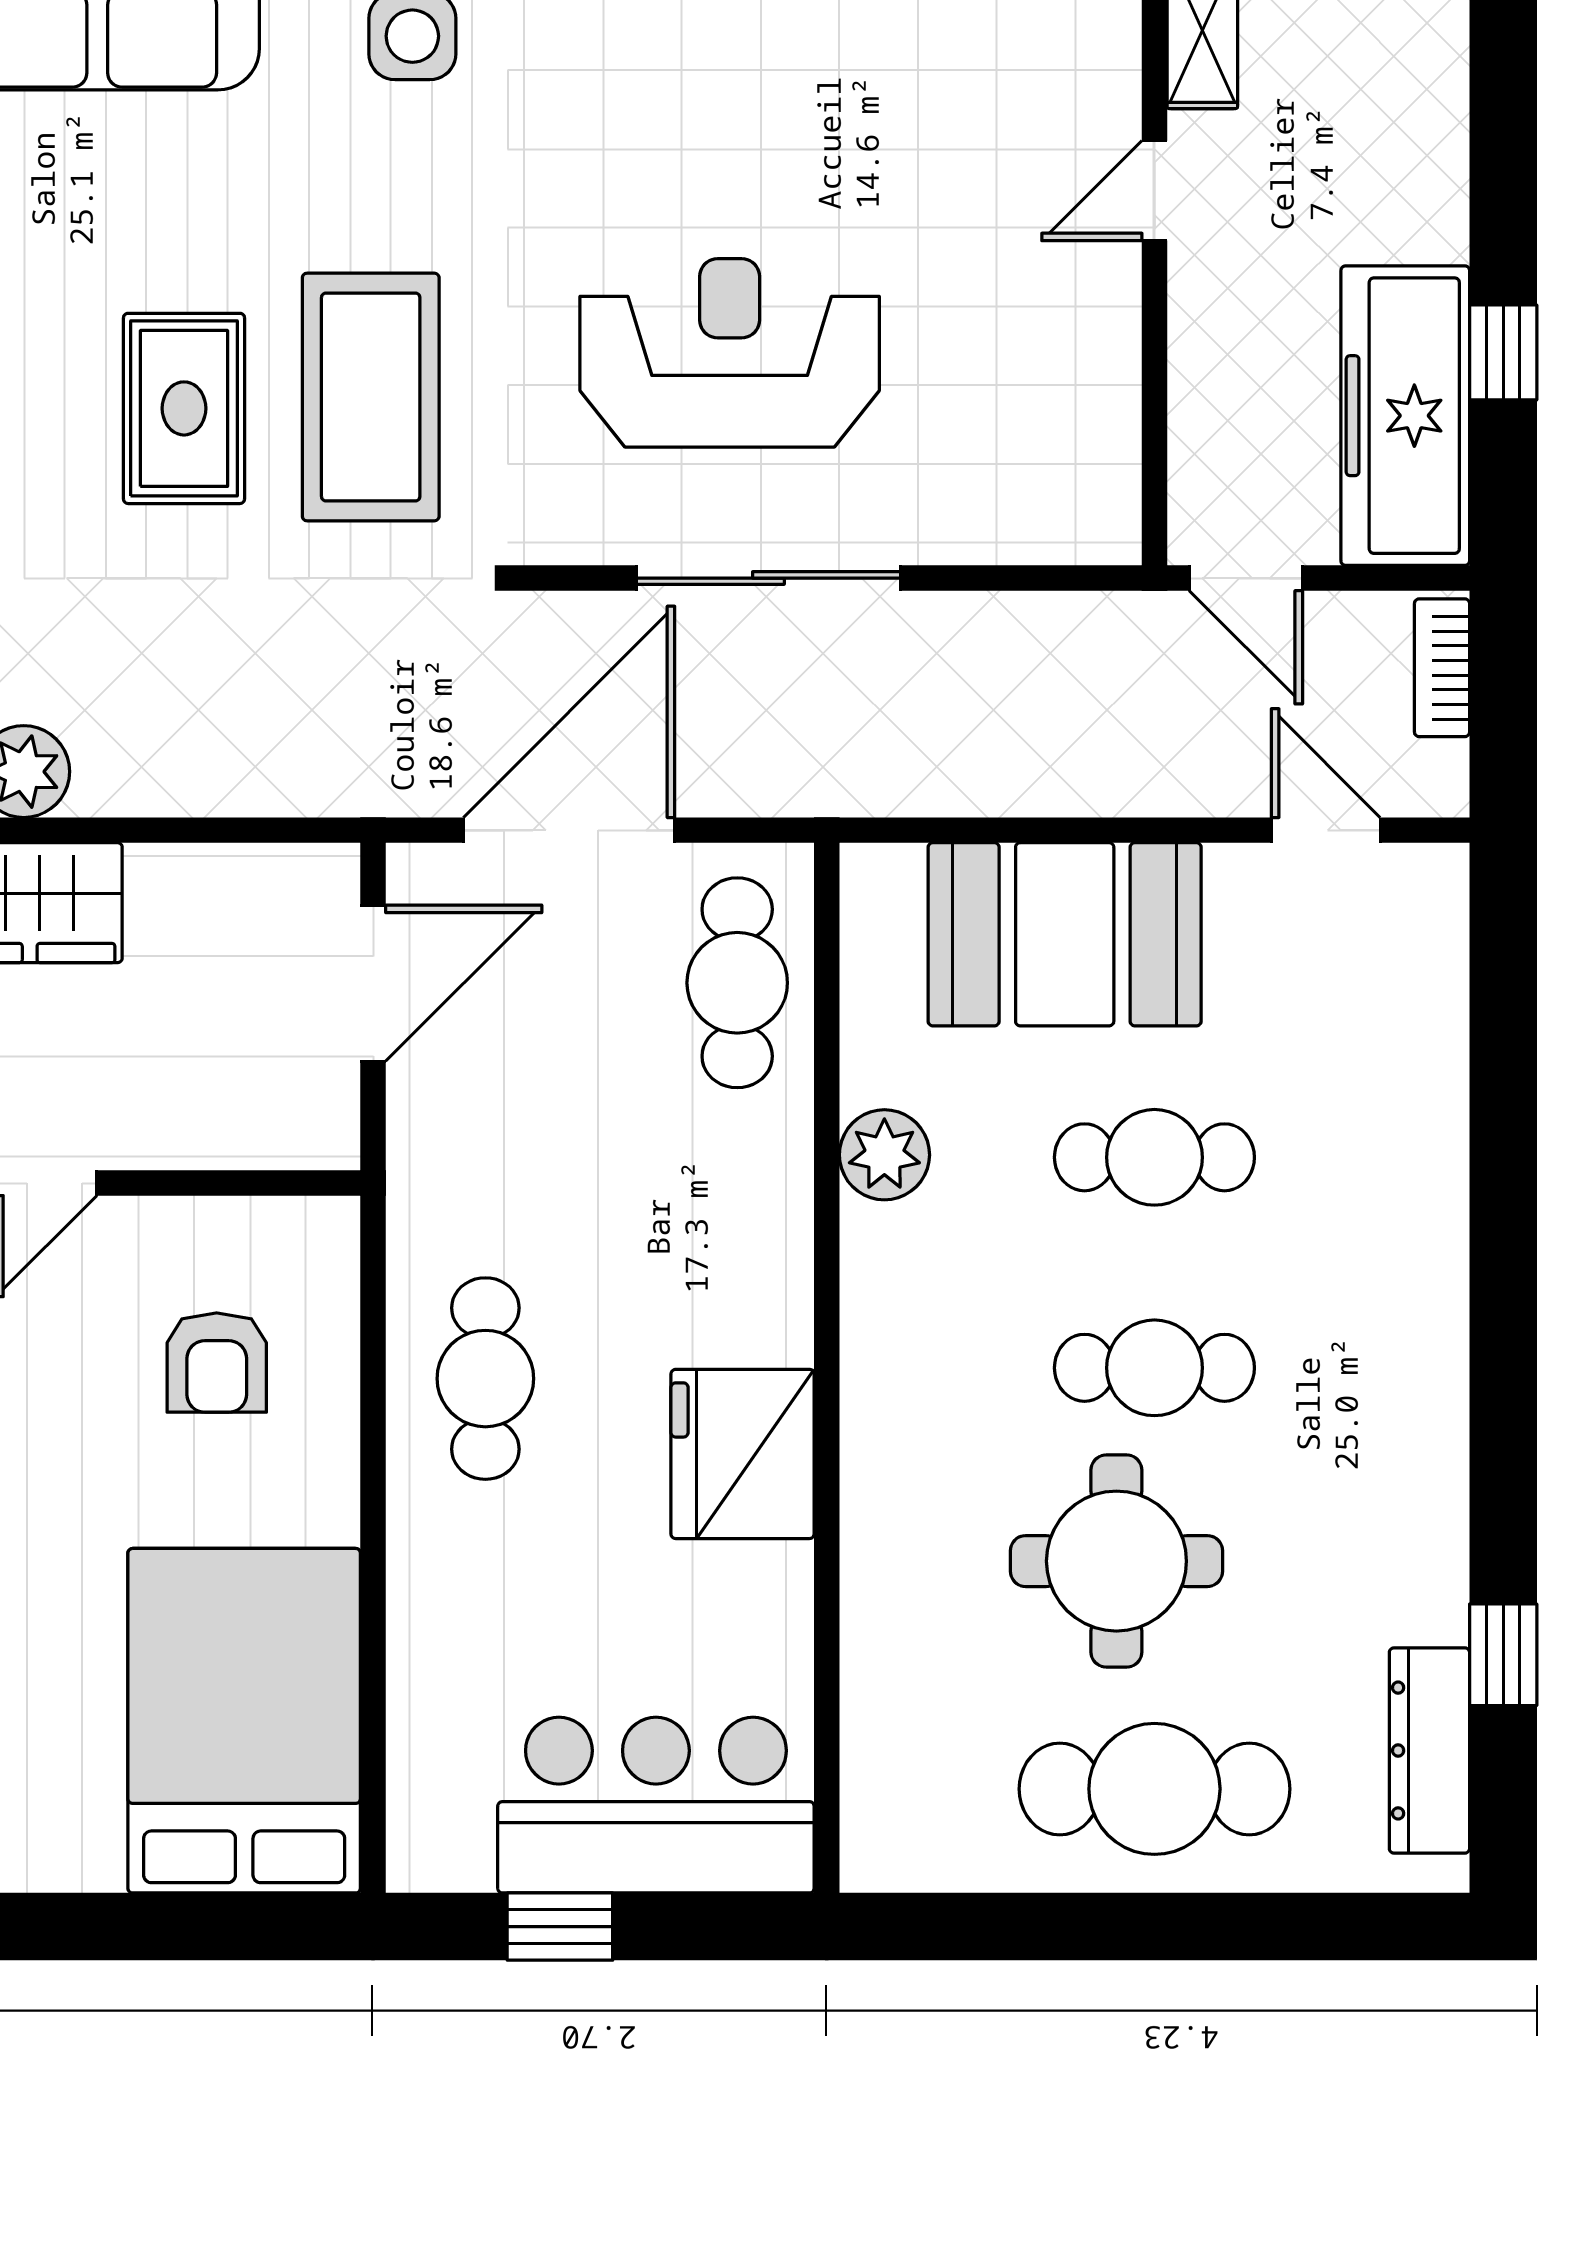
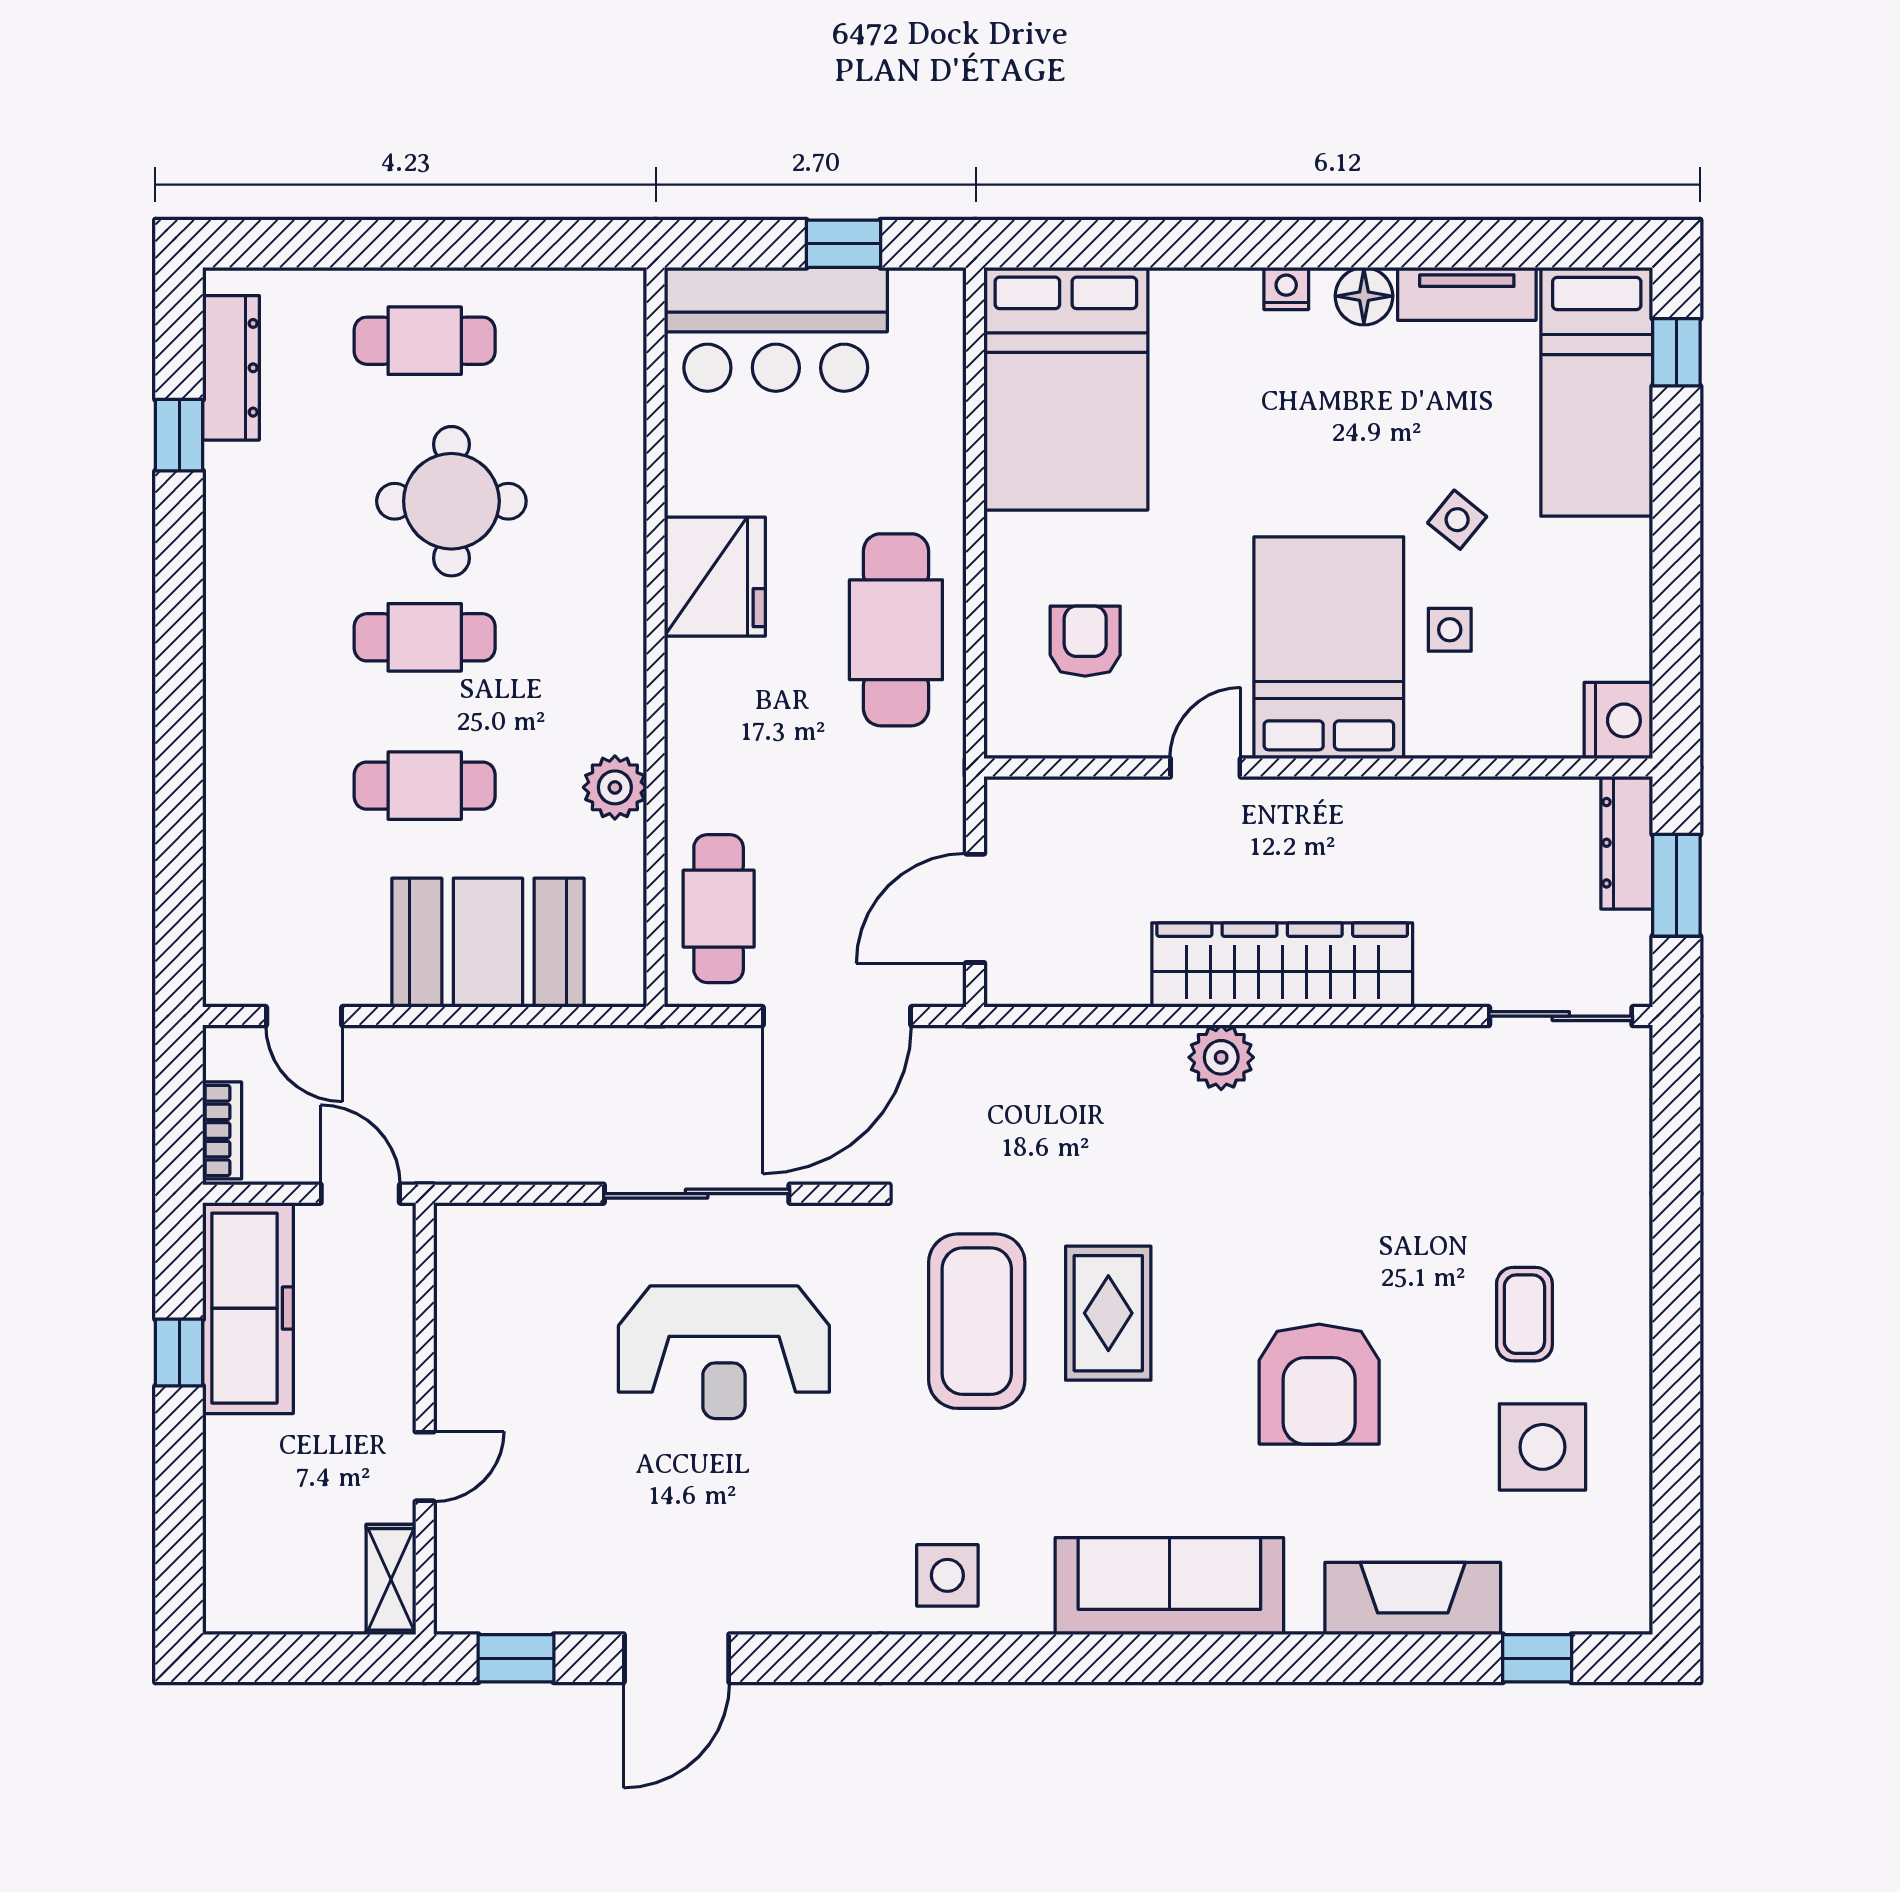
cafe table: (485, 1379) -> (896, 630), width x1.37, depth x1.35
cafe table: (1154, 1789) -> (425, 341), width x0.73, depth x0.74

